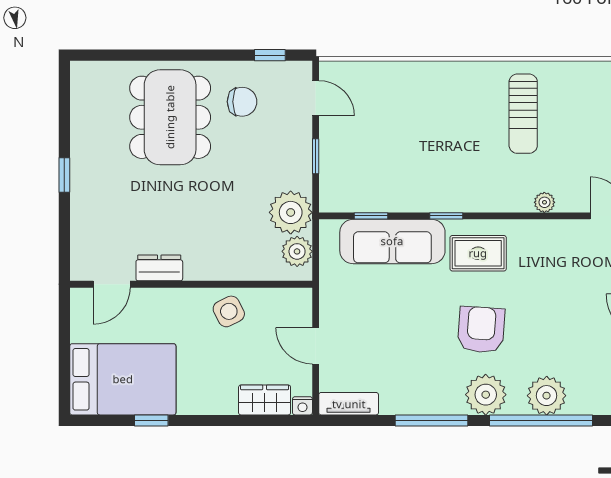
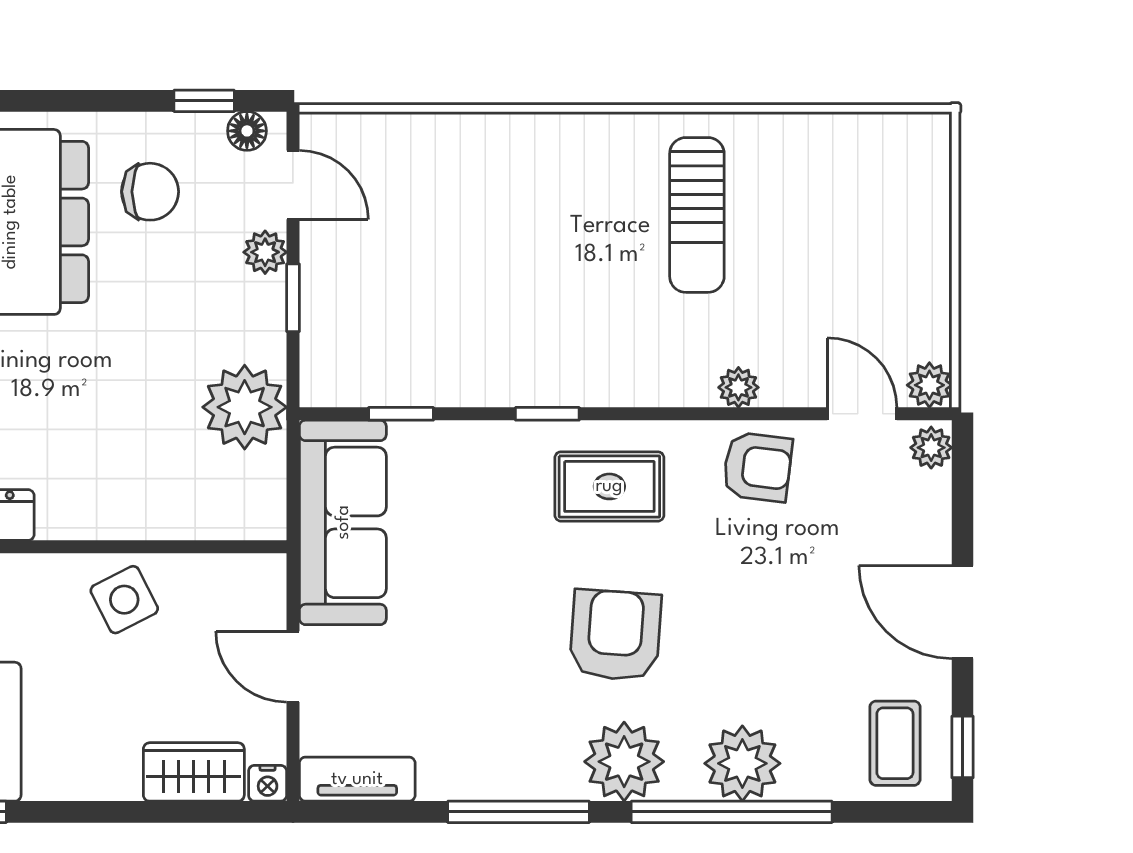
floor lamp: (292, 70) -> (247, 131), added
sofa: (392, 241) -> (343, 522), moved, turned -90
armchair: (554, 243) -> (757, 467), added
plant: (297, 251) -> (265, 252), moved, width x0.73, depth x0.73

